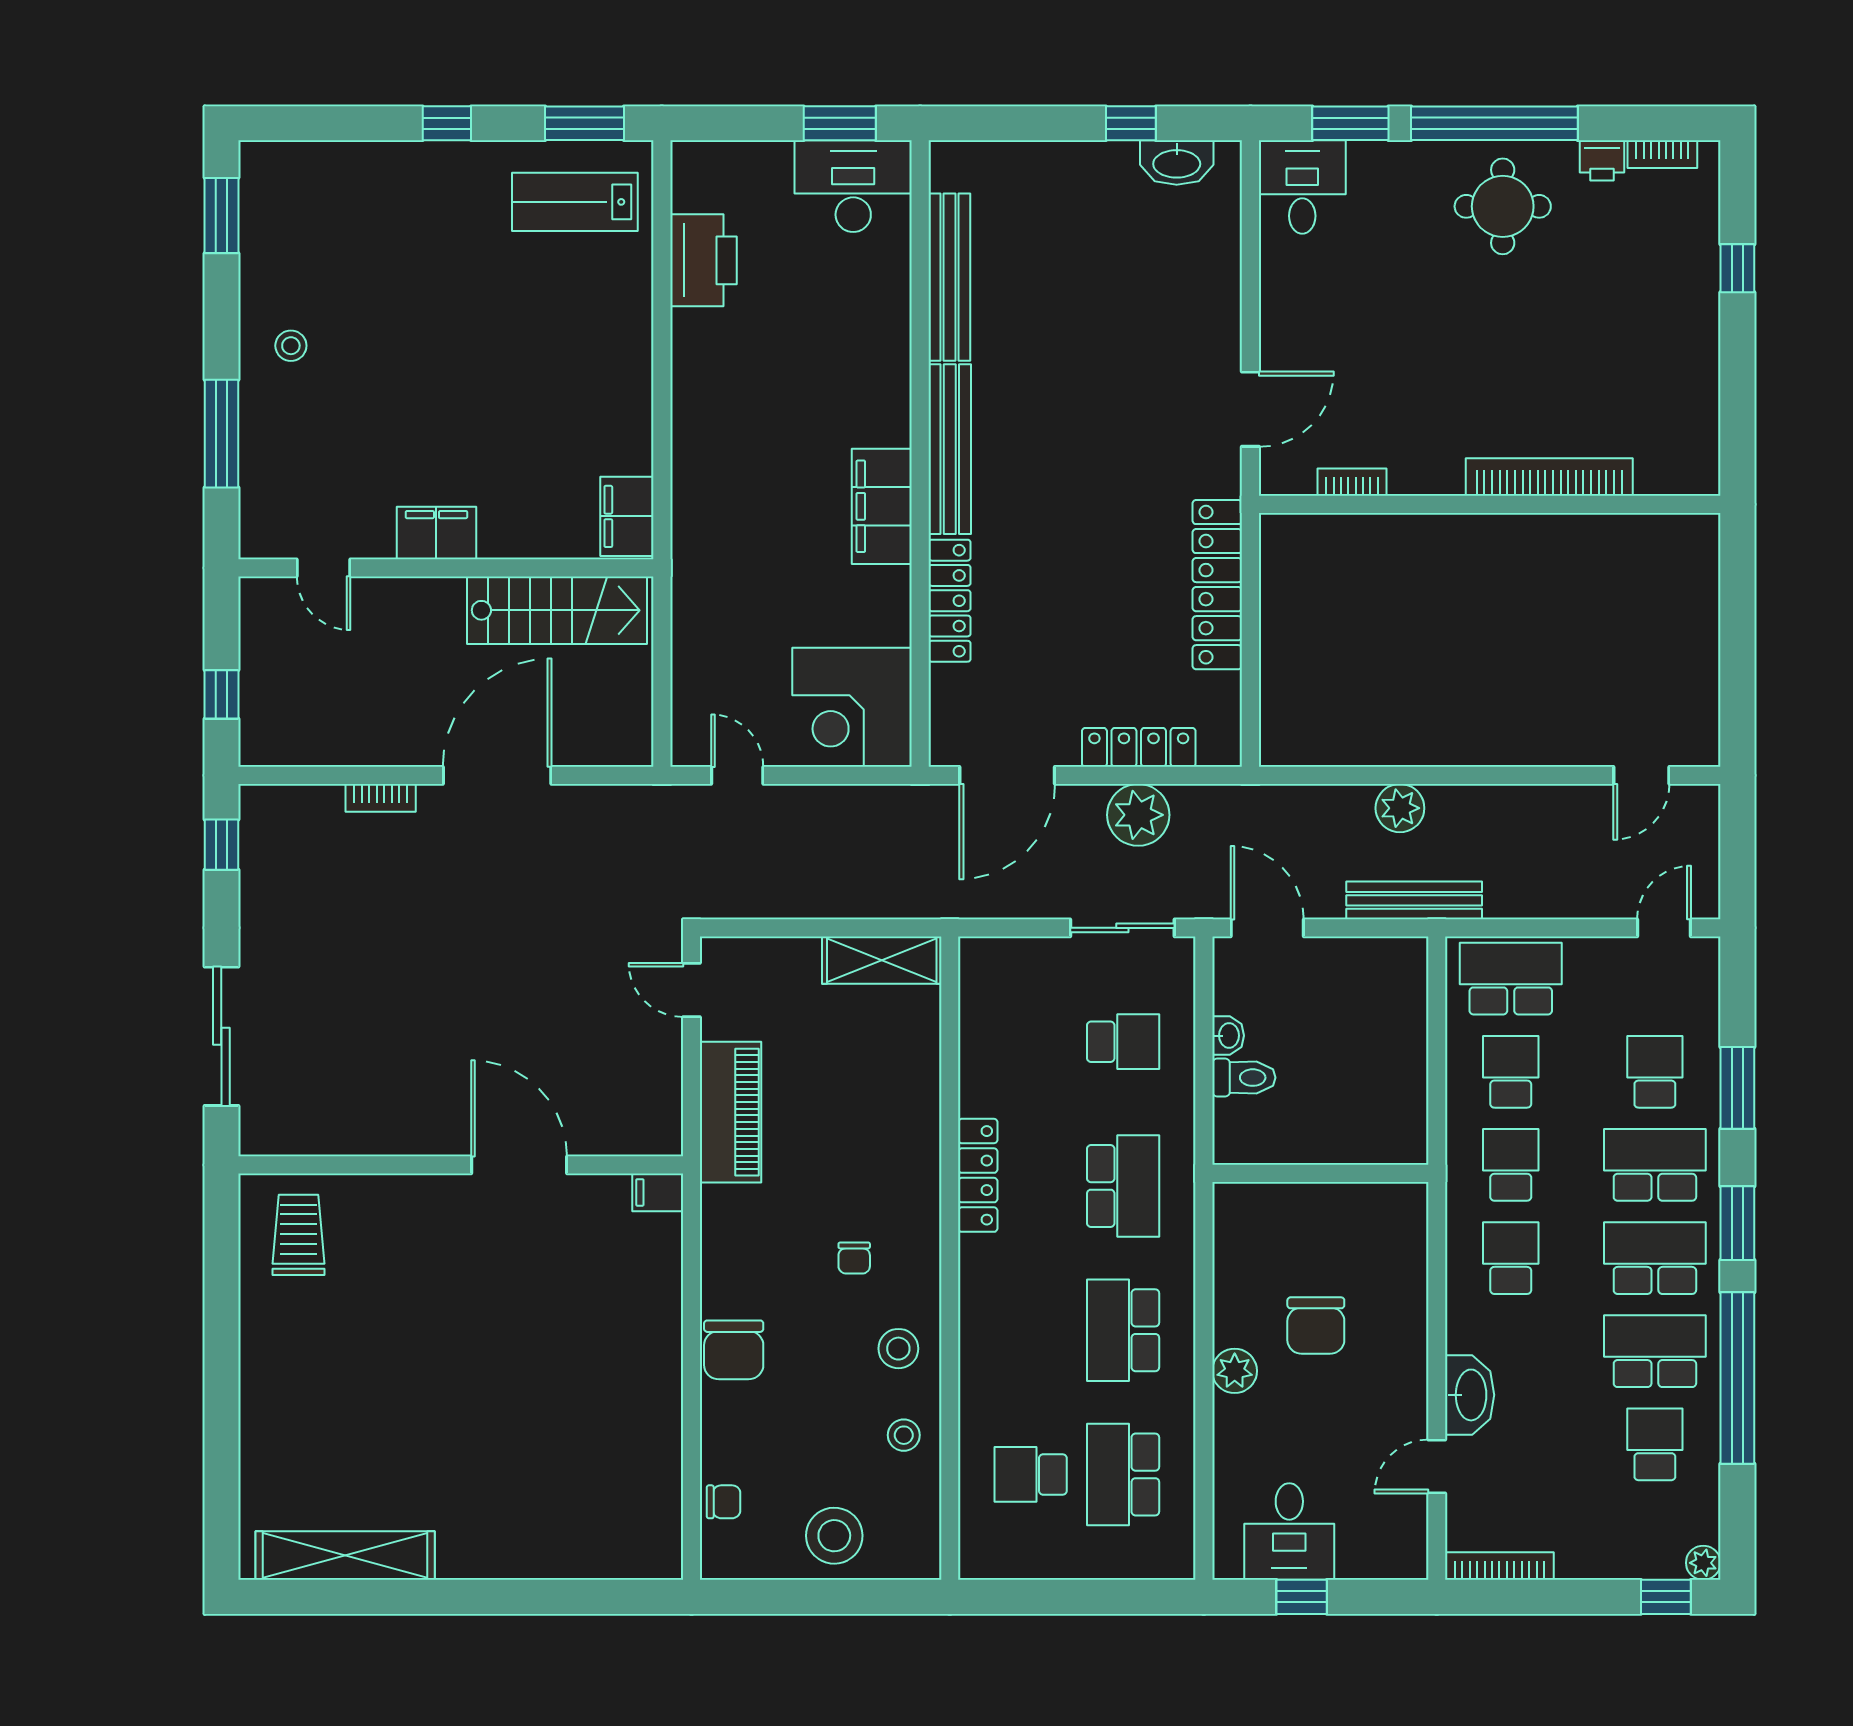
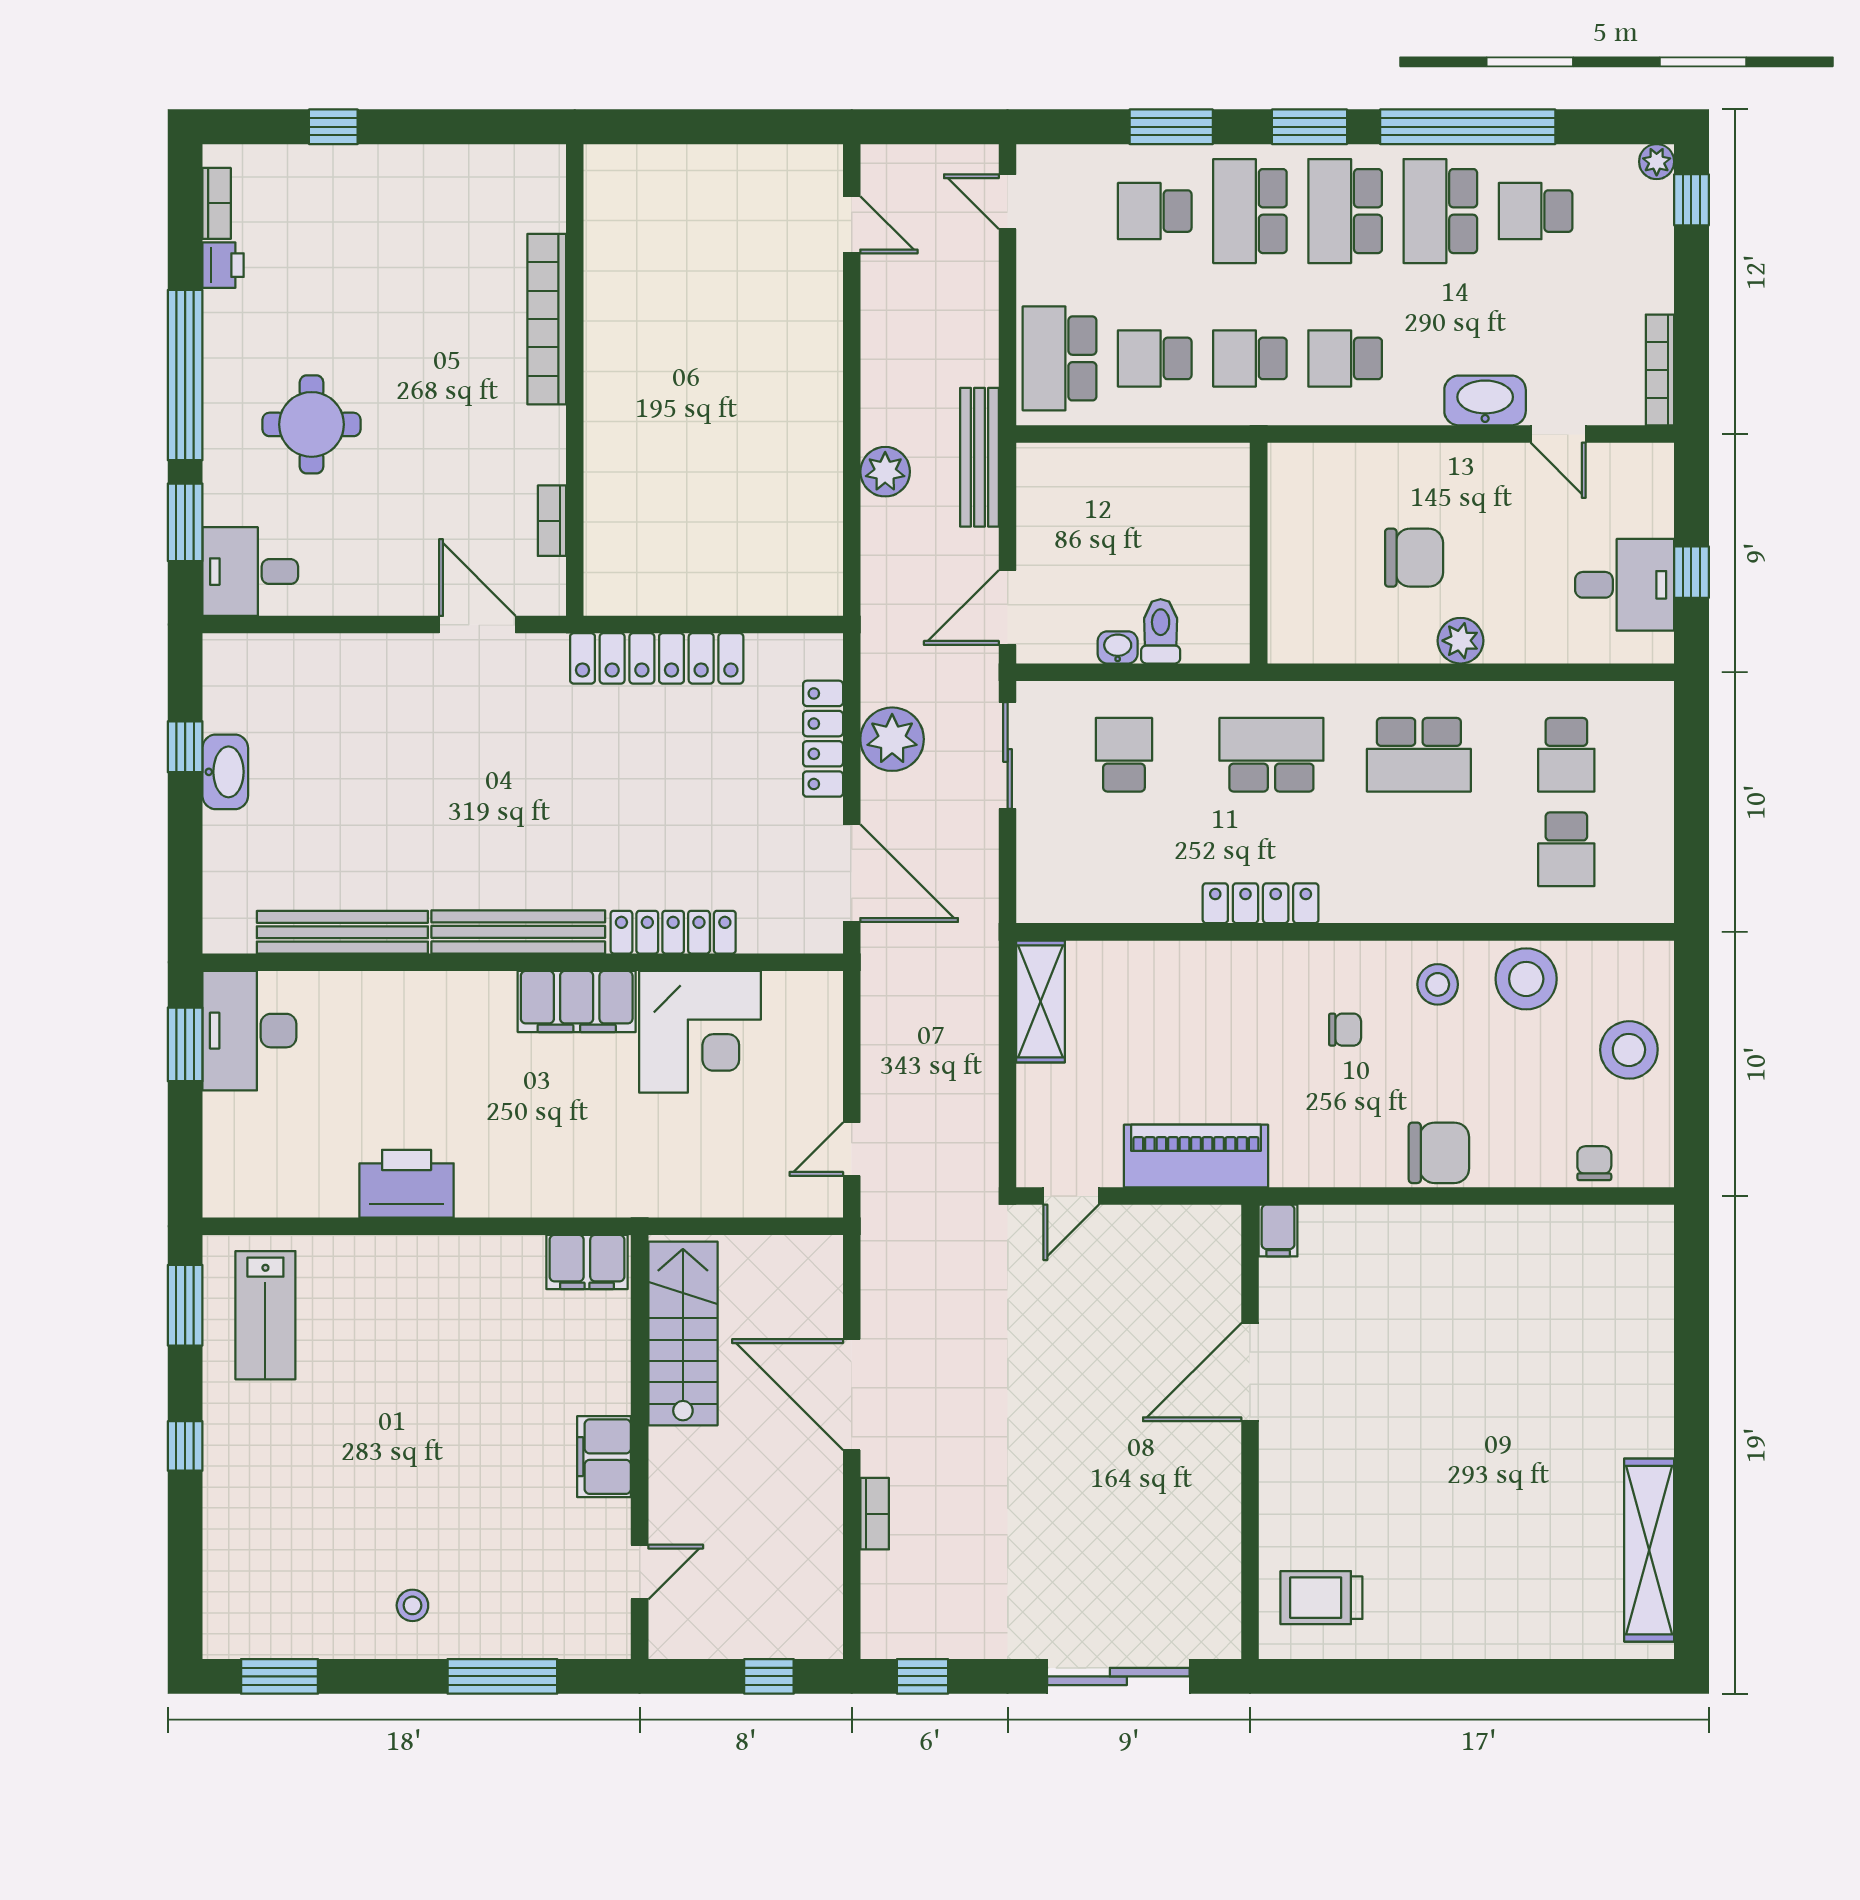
washbasin: (1177, 163) -> (225, 772), moved
round table: (1503, 206) -> (312, 424), moved
printer: (703, 260) -> (407, 1184), moved
corner desk: (852, 707) -> (700, 1032), moved
stool: (904, 1435) -> (1526, 979), width x1.89, depth x1.89
school desk: (1123, 1474) -> (1566, 755), width x0.54

